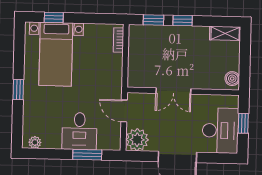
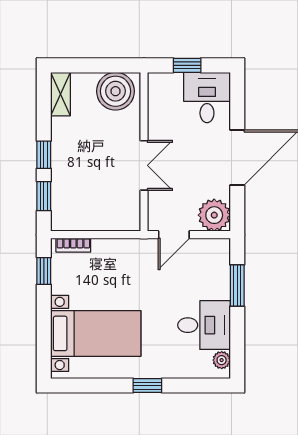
window: (54, 17) -> (44, 271), moved
boiler: (232, 79) -> (115, 91), width x1.86, depth x1.86
desk: (79, 131) -> (204, 325), moved
desk: (220, 131) -> (207, 97), width x0.73

